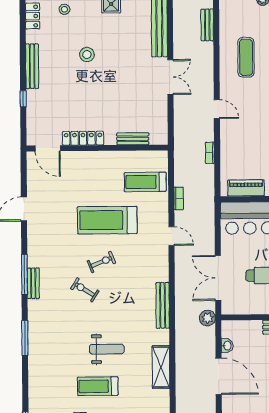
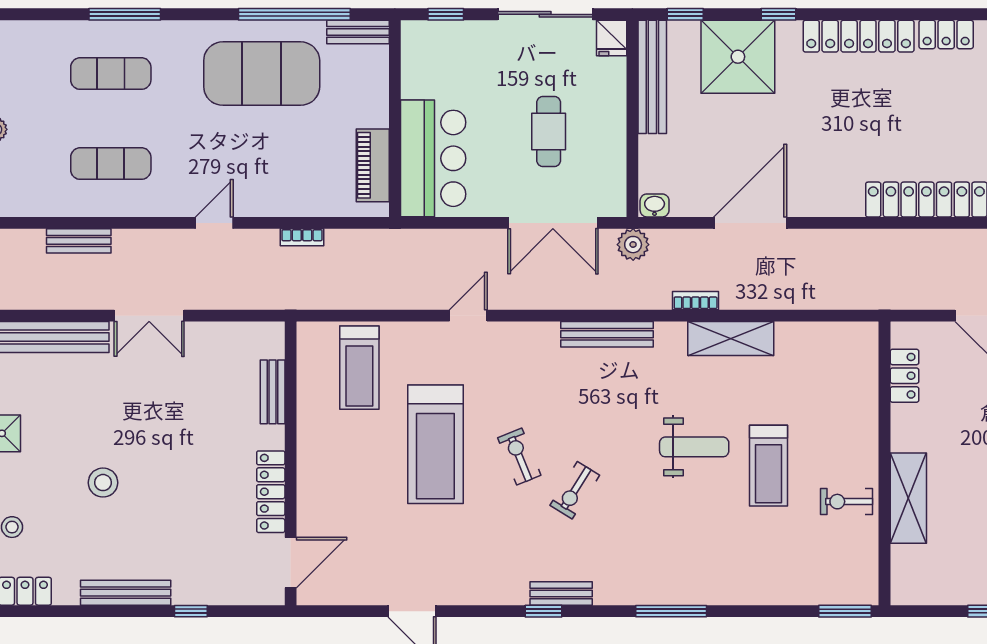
bench: (207, 25) -> (79, 241), moved
double door: (170, 77) -> (149, 316), swing flipped
bookcase: (179, 198) -> (696, 301), moved
window: (24, 275) -> (543, 611), width x0.46
washbasin: (227, 346) -> (655, 205), moved
weight bench: (107, 349) -> (694, 447), turned 90

